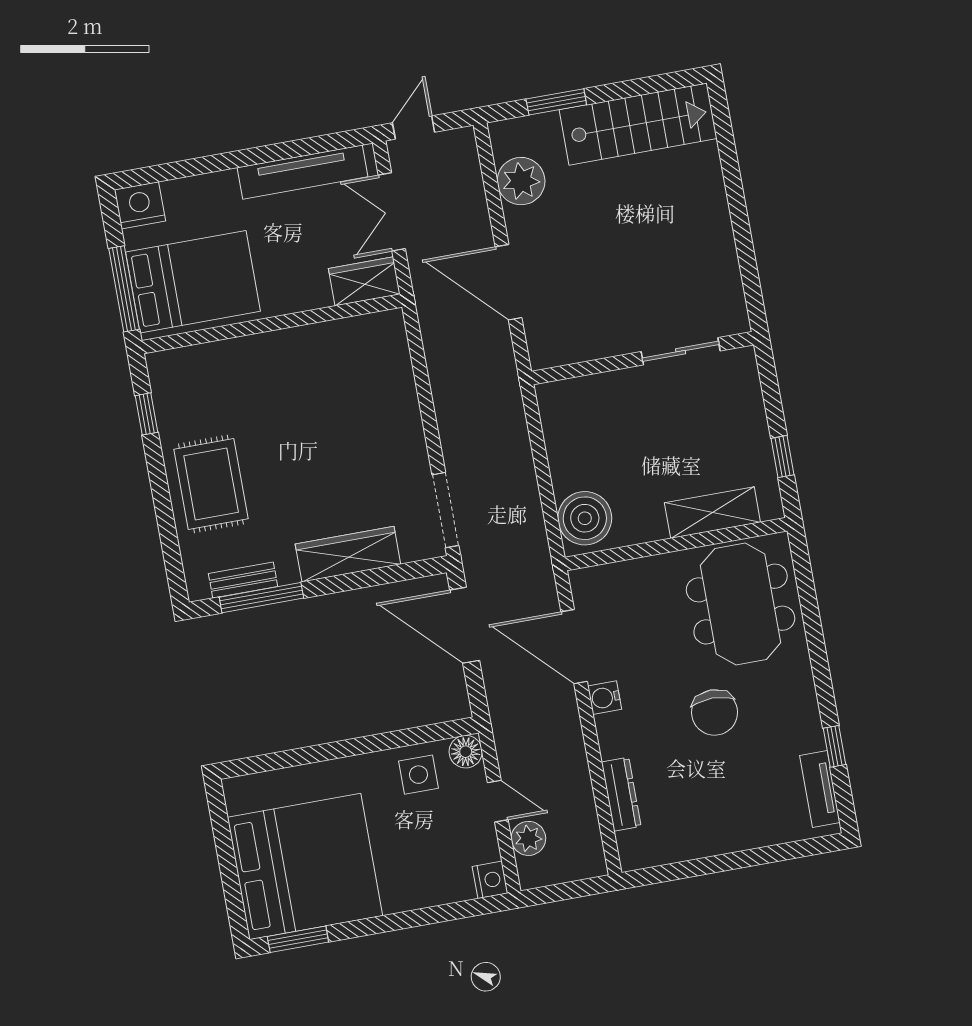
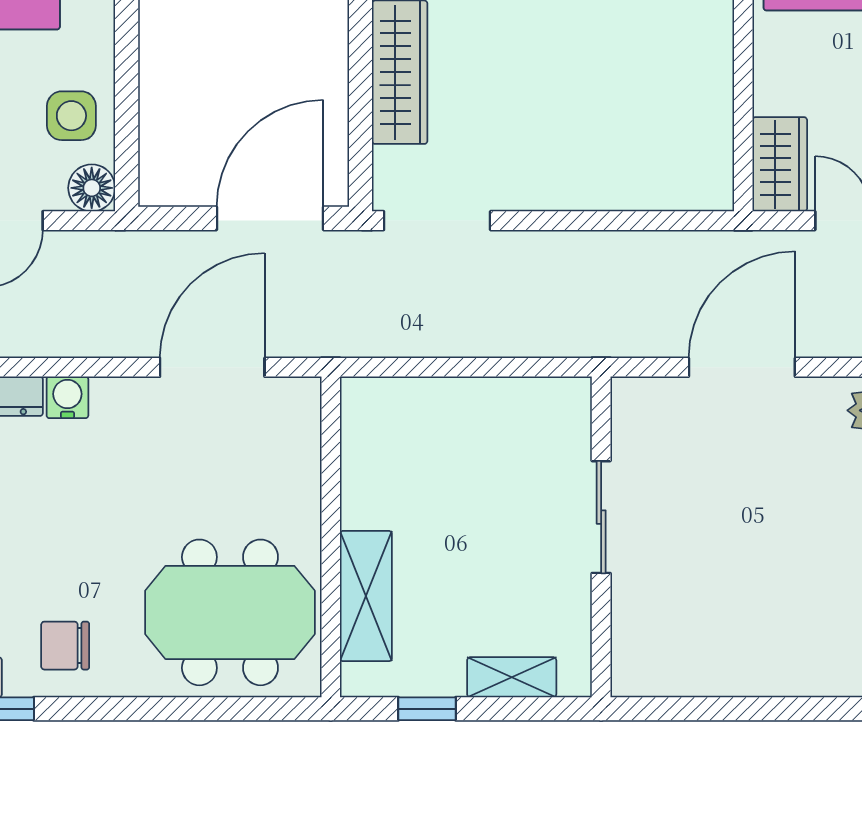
sliding door: (681, 351) -> (601, 517), moved
shelving: (750, 402) -> (512, 677), added
boiler: (585, 518) -> (390, 415), removed
water cooler: (605, 698) -> (67, 397), moved
chair: (715, 712) -> (65, 646), moved, width x0.73, depth x0.73

